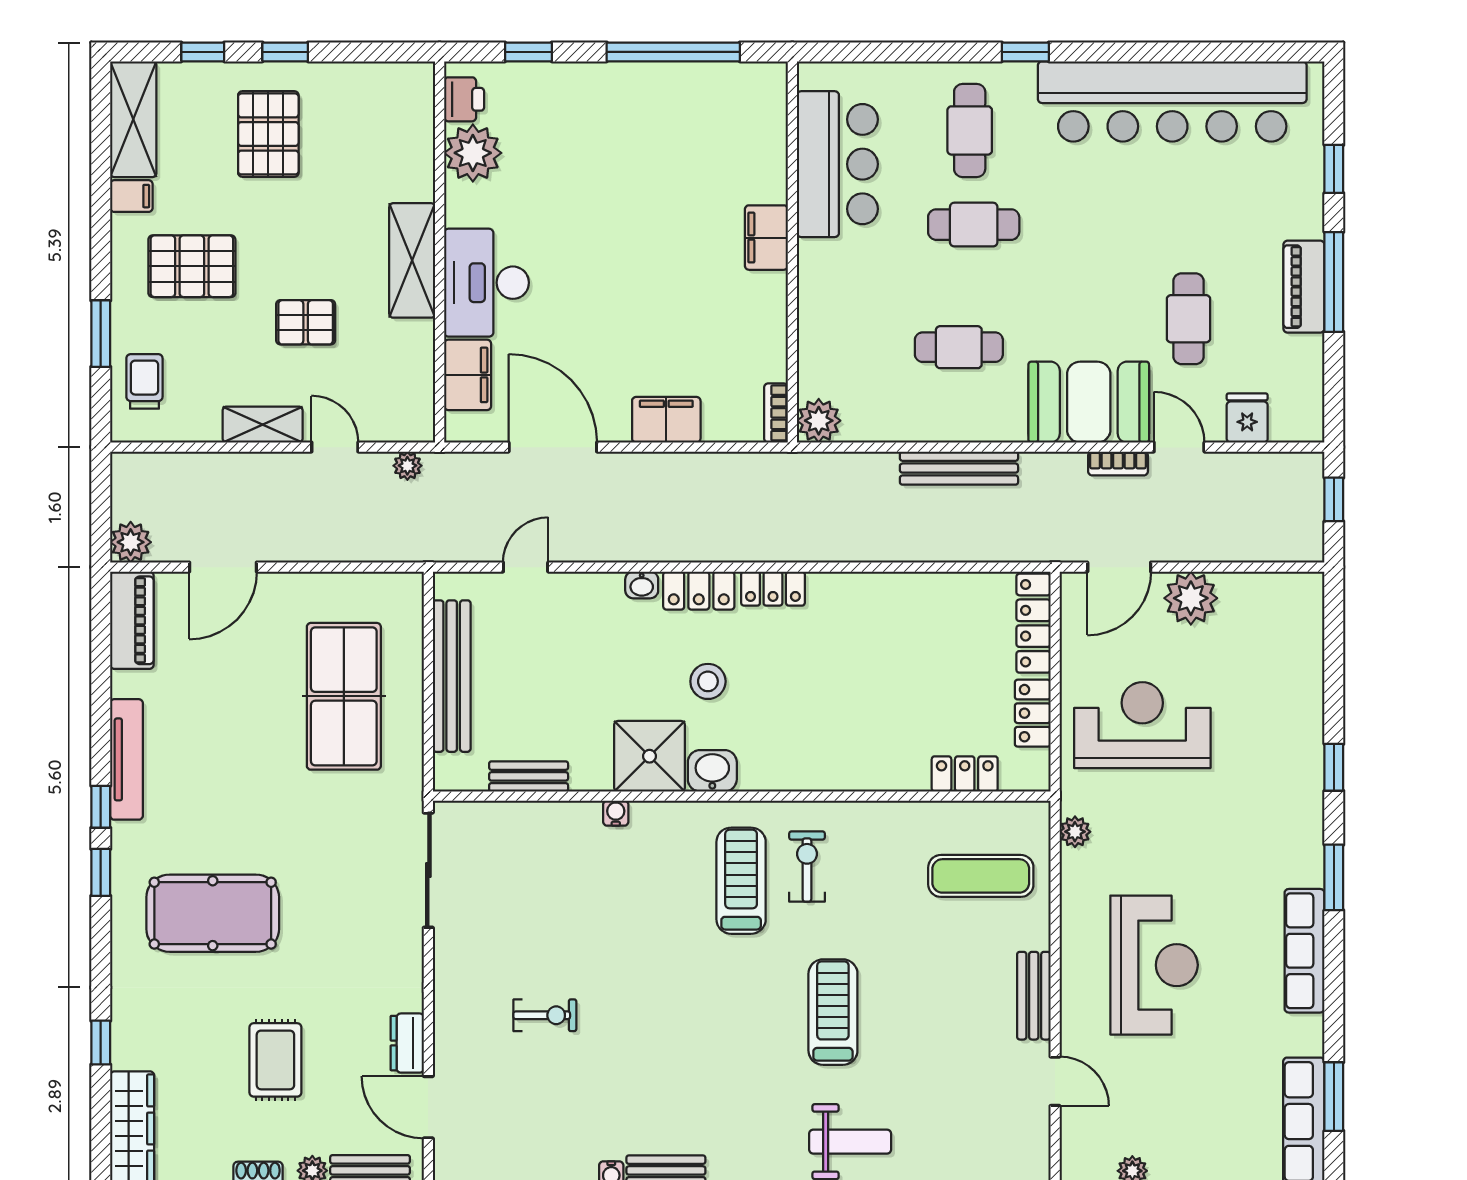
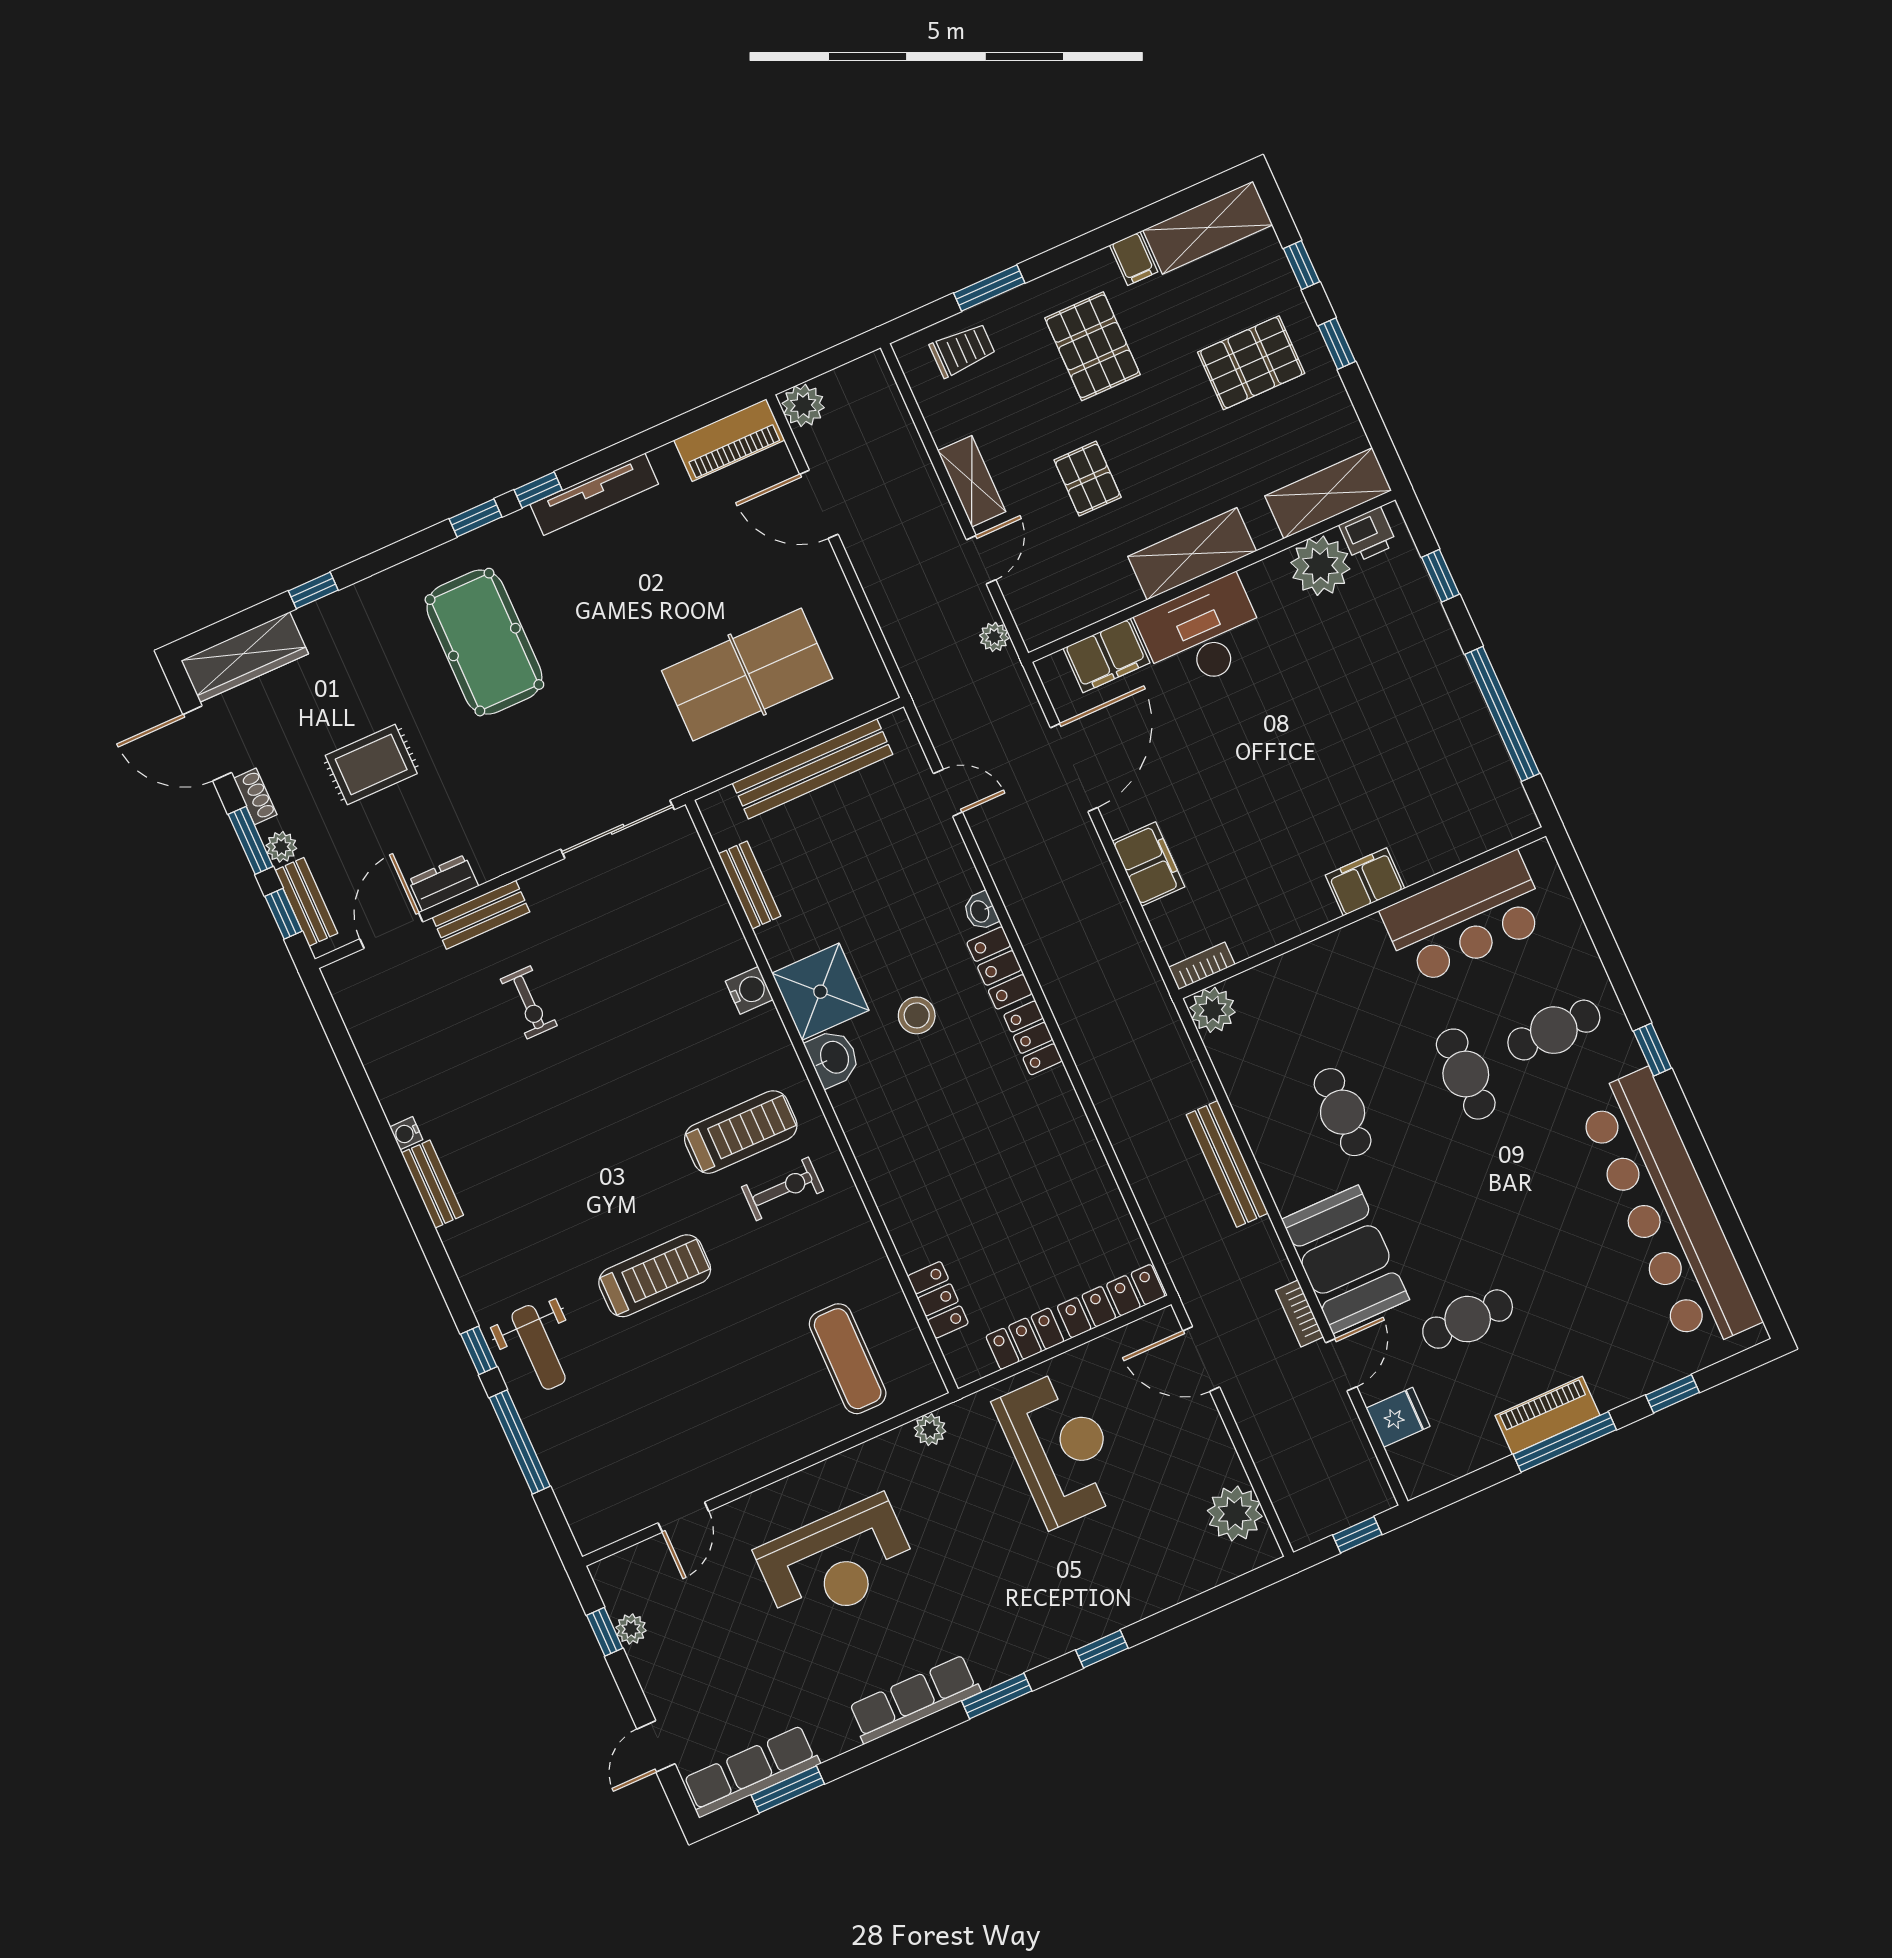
shelving: (412, 118) -> (1328, 493), added
plant: (1191, 598) -> (1235, 1514), moved
water cooler: (616, 813) -> (749, 990), width x1.38, depth x1.38
bench: (1034, 996) -> (481, 915), moved

